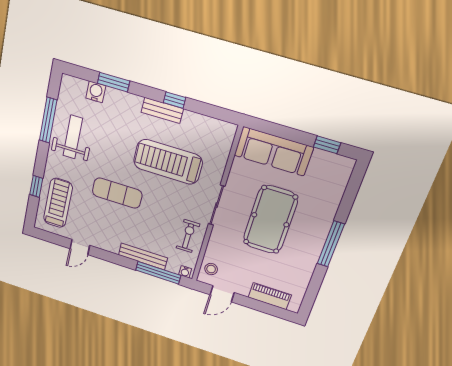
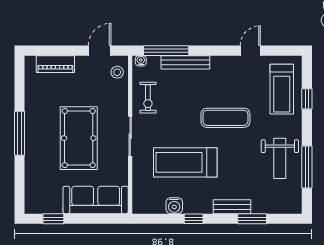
water cooler: (96, 92) -> (174, 206), moved
bench: (162, 110) -> (232, 207), moved
treadmill: (168, 162) -> (185, 162), turned 180

